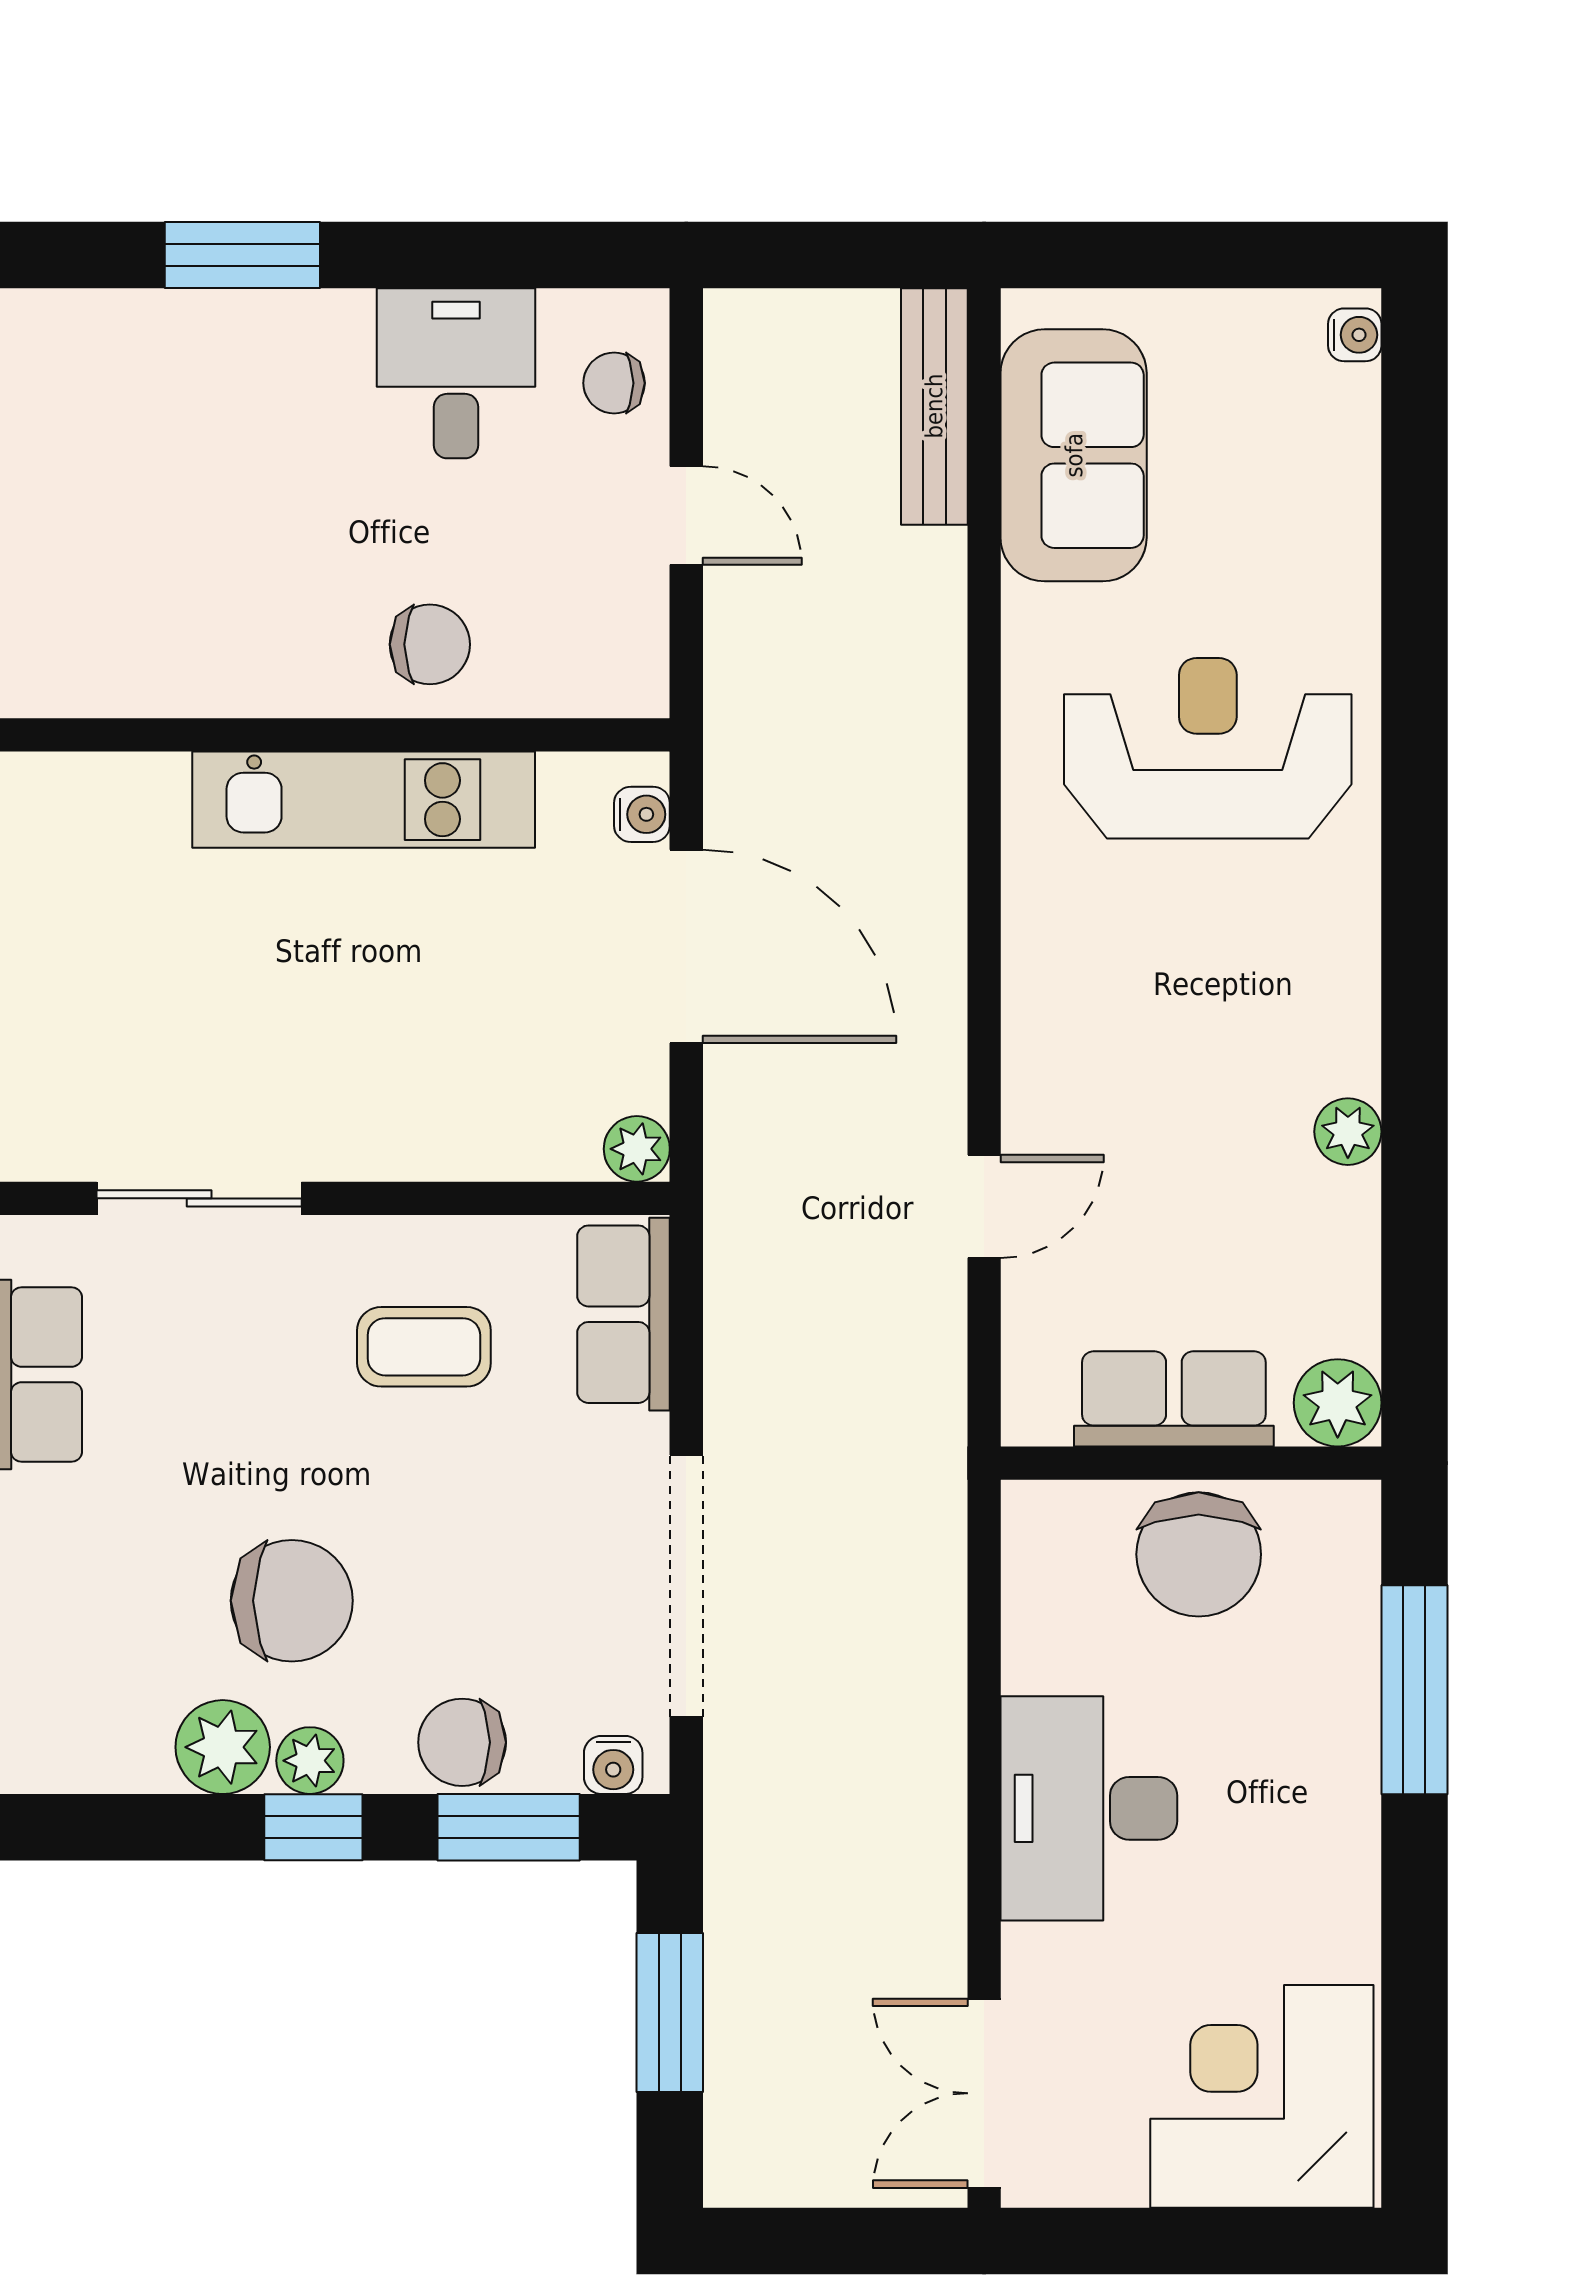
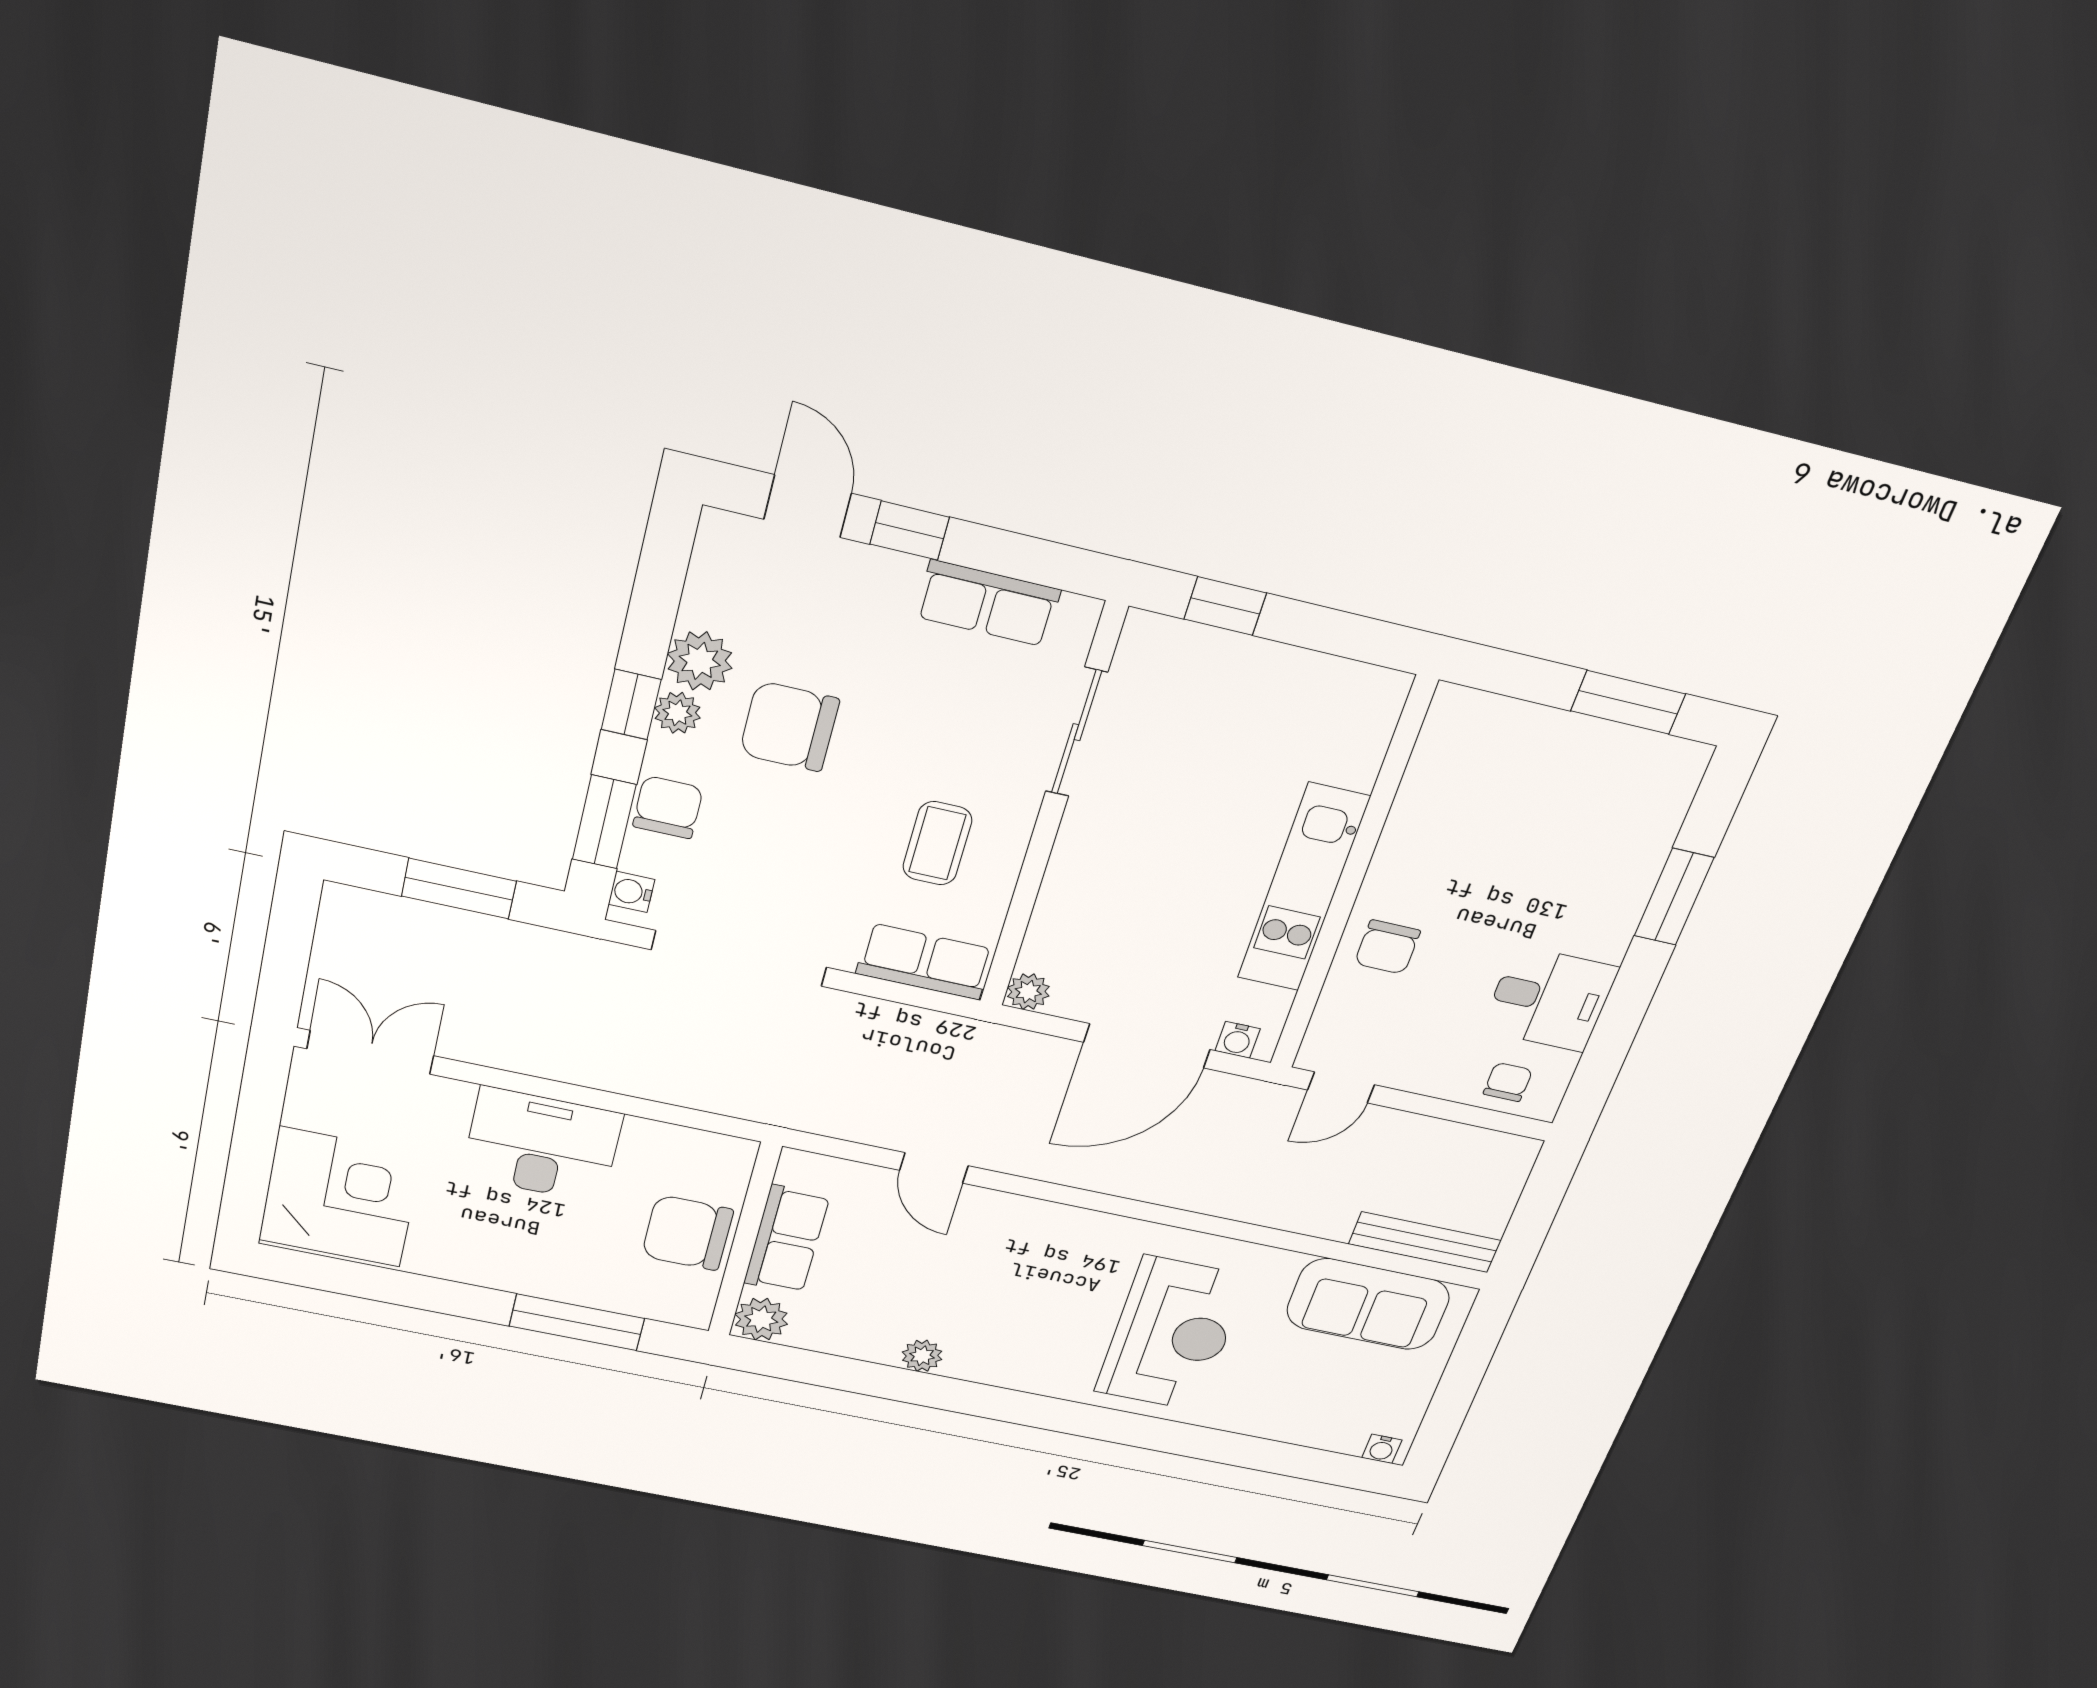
door: (686, 516) -> (1341, 1087), moved
chair: (292, 1601) -> (789, 726), turned 90

